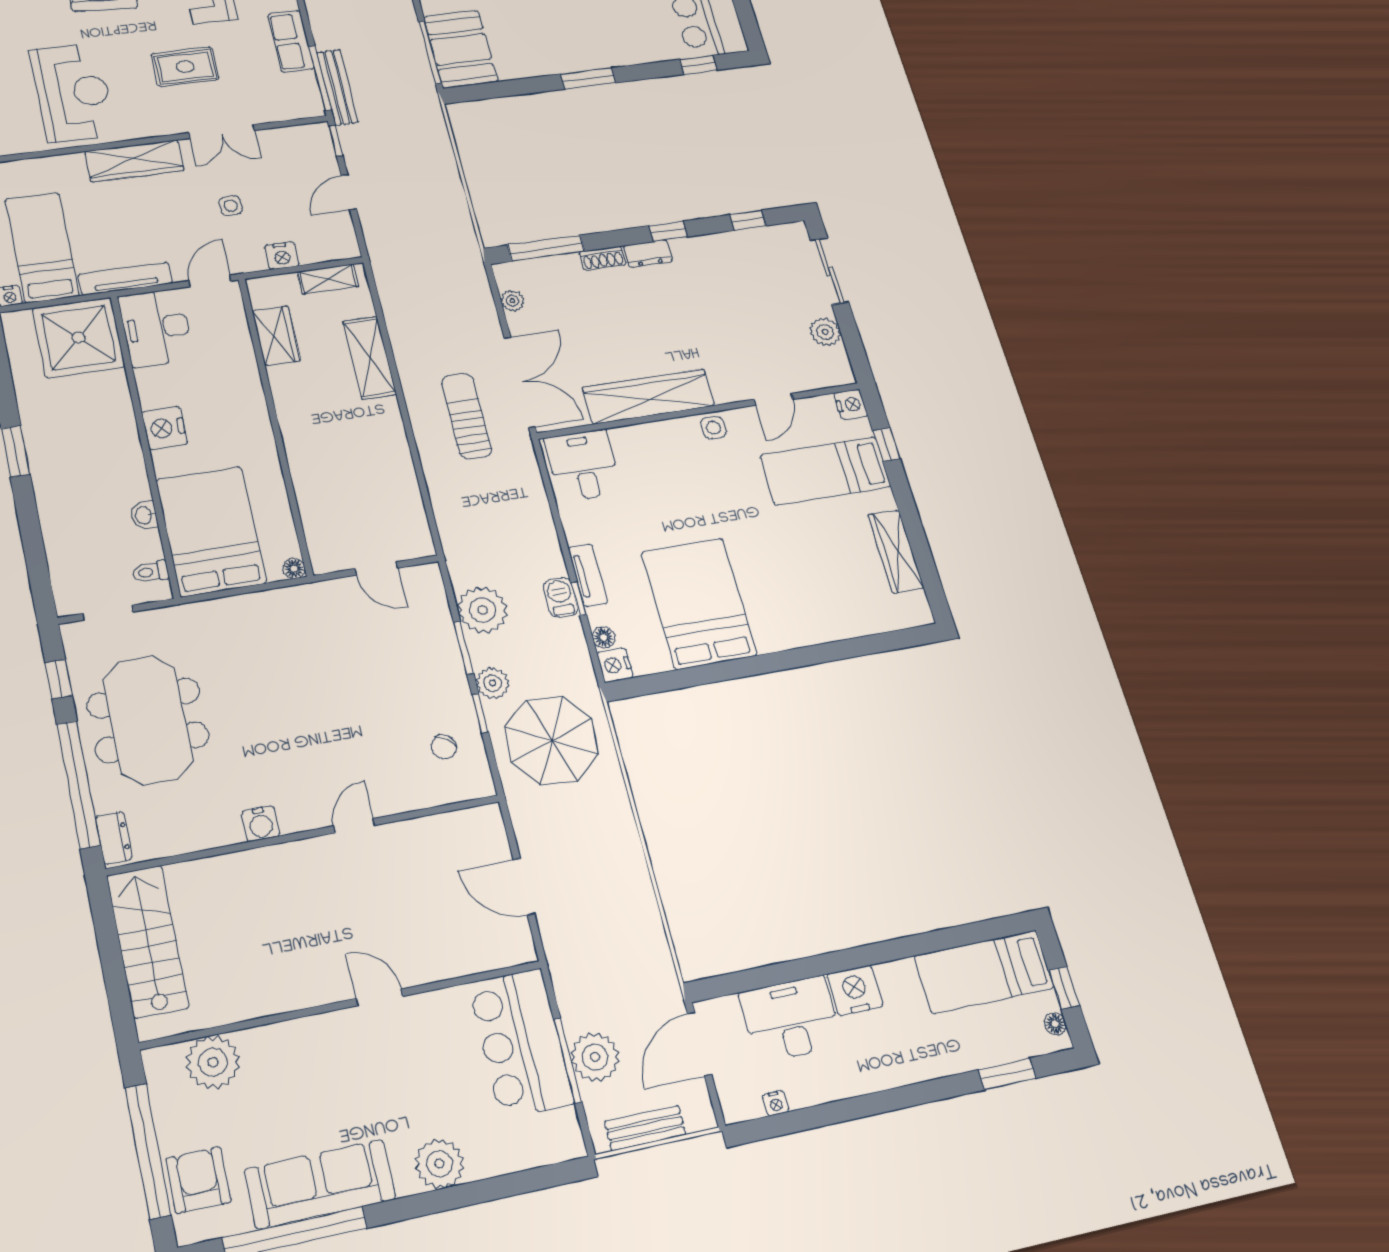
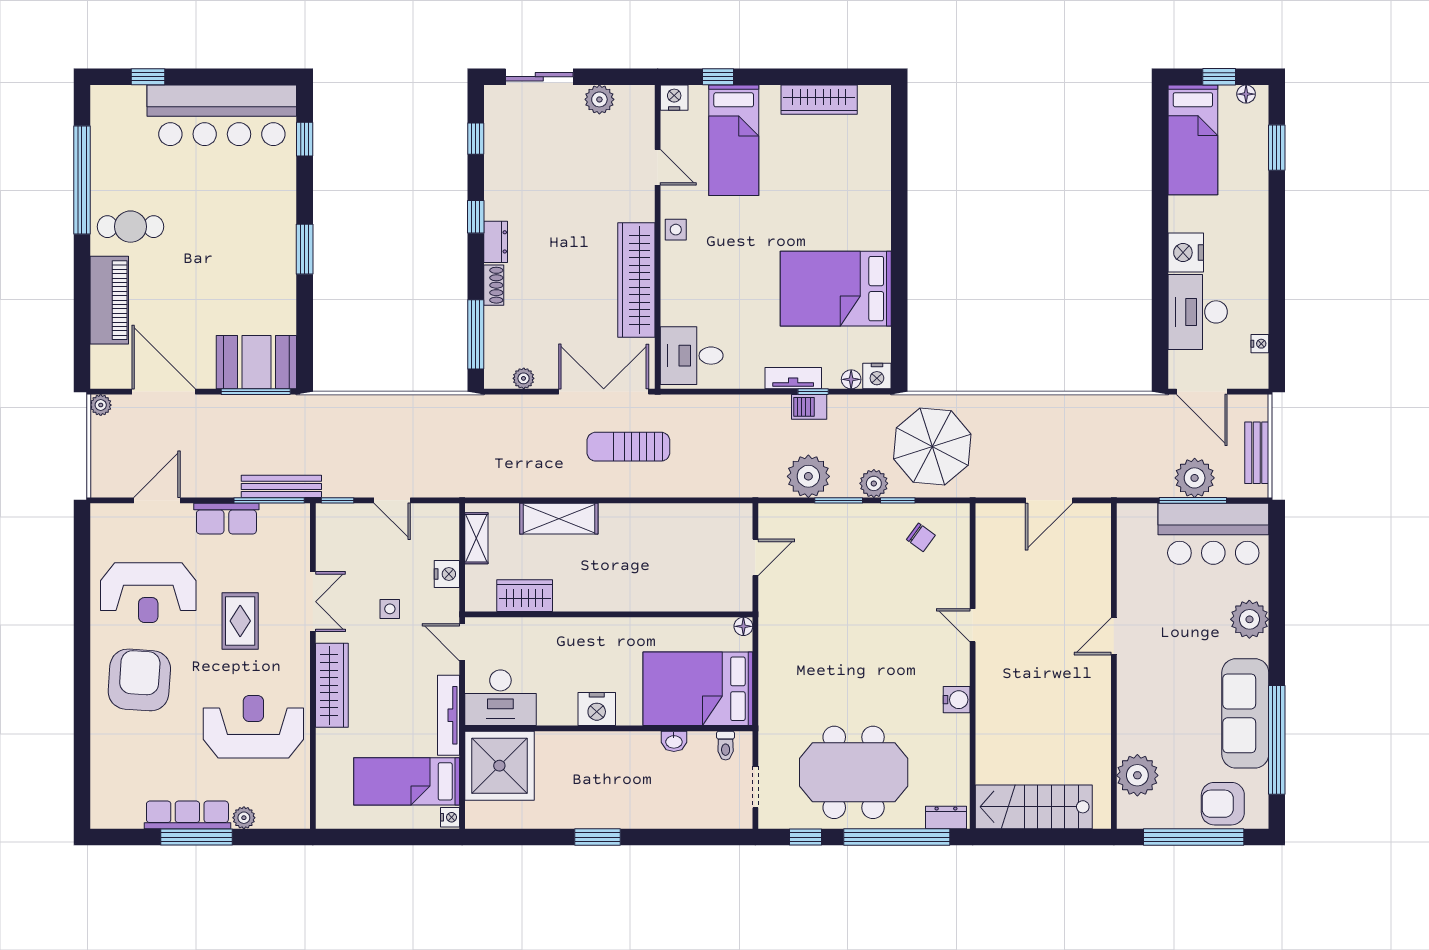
bar counter: (521, 1043) -> (1213, 534), moved

